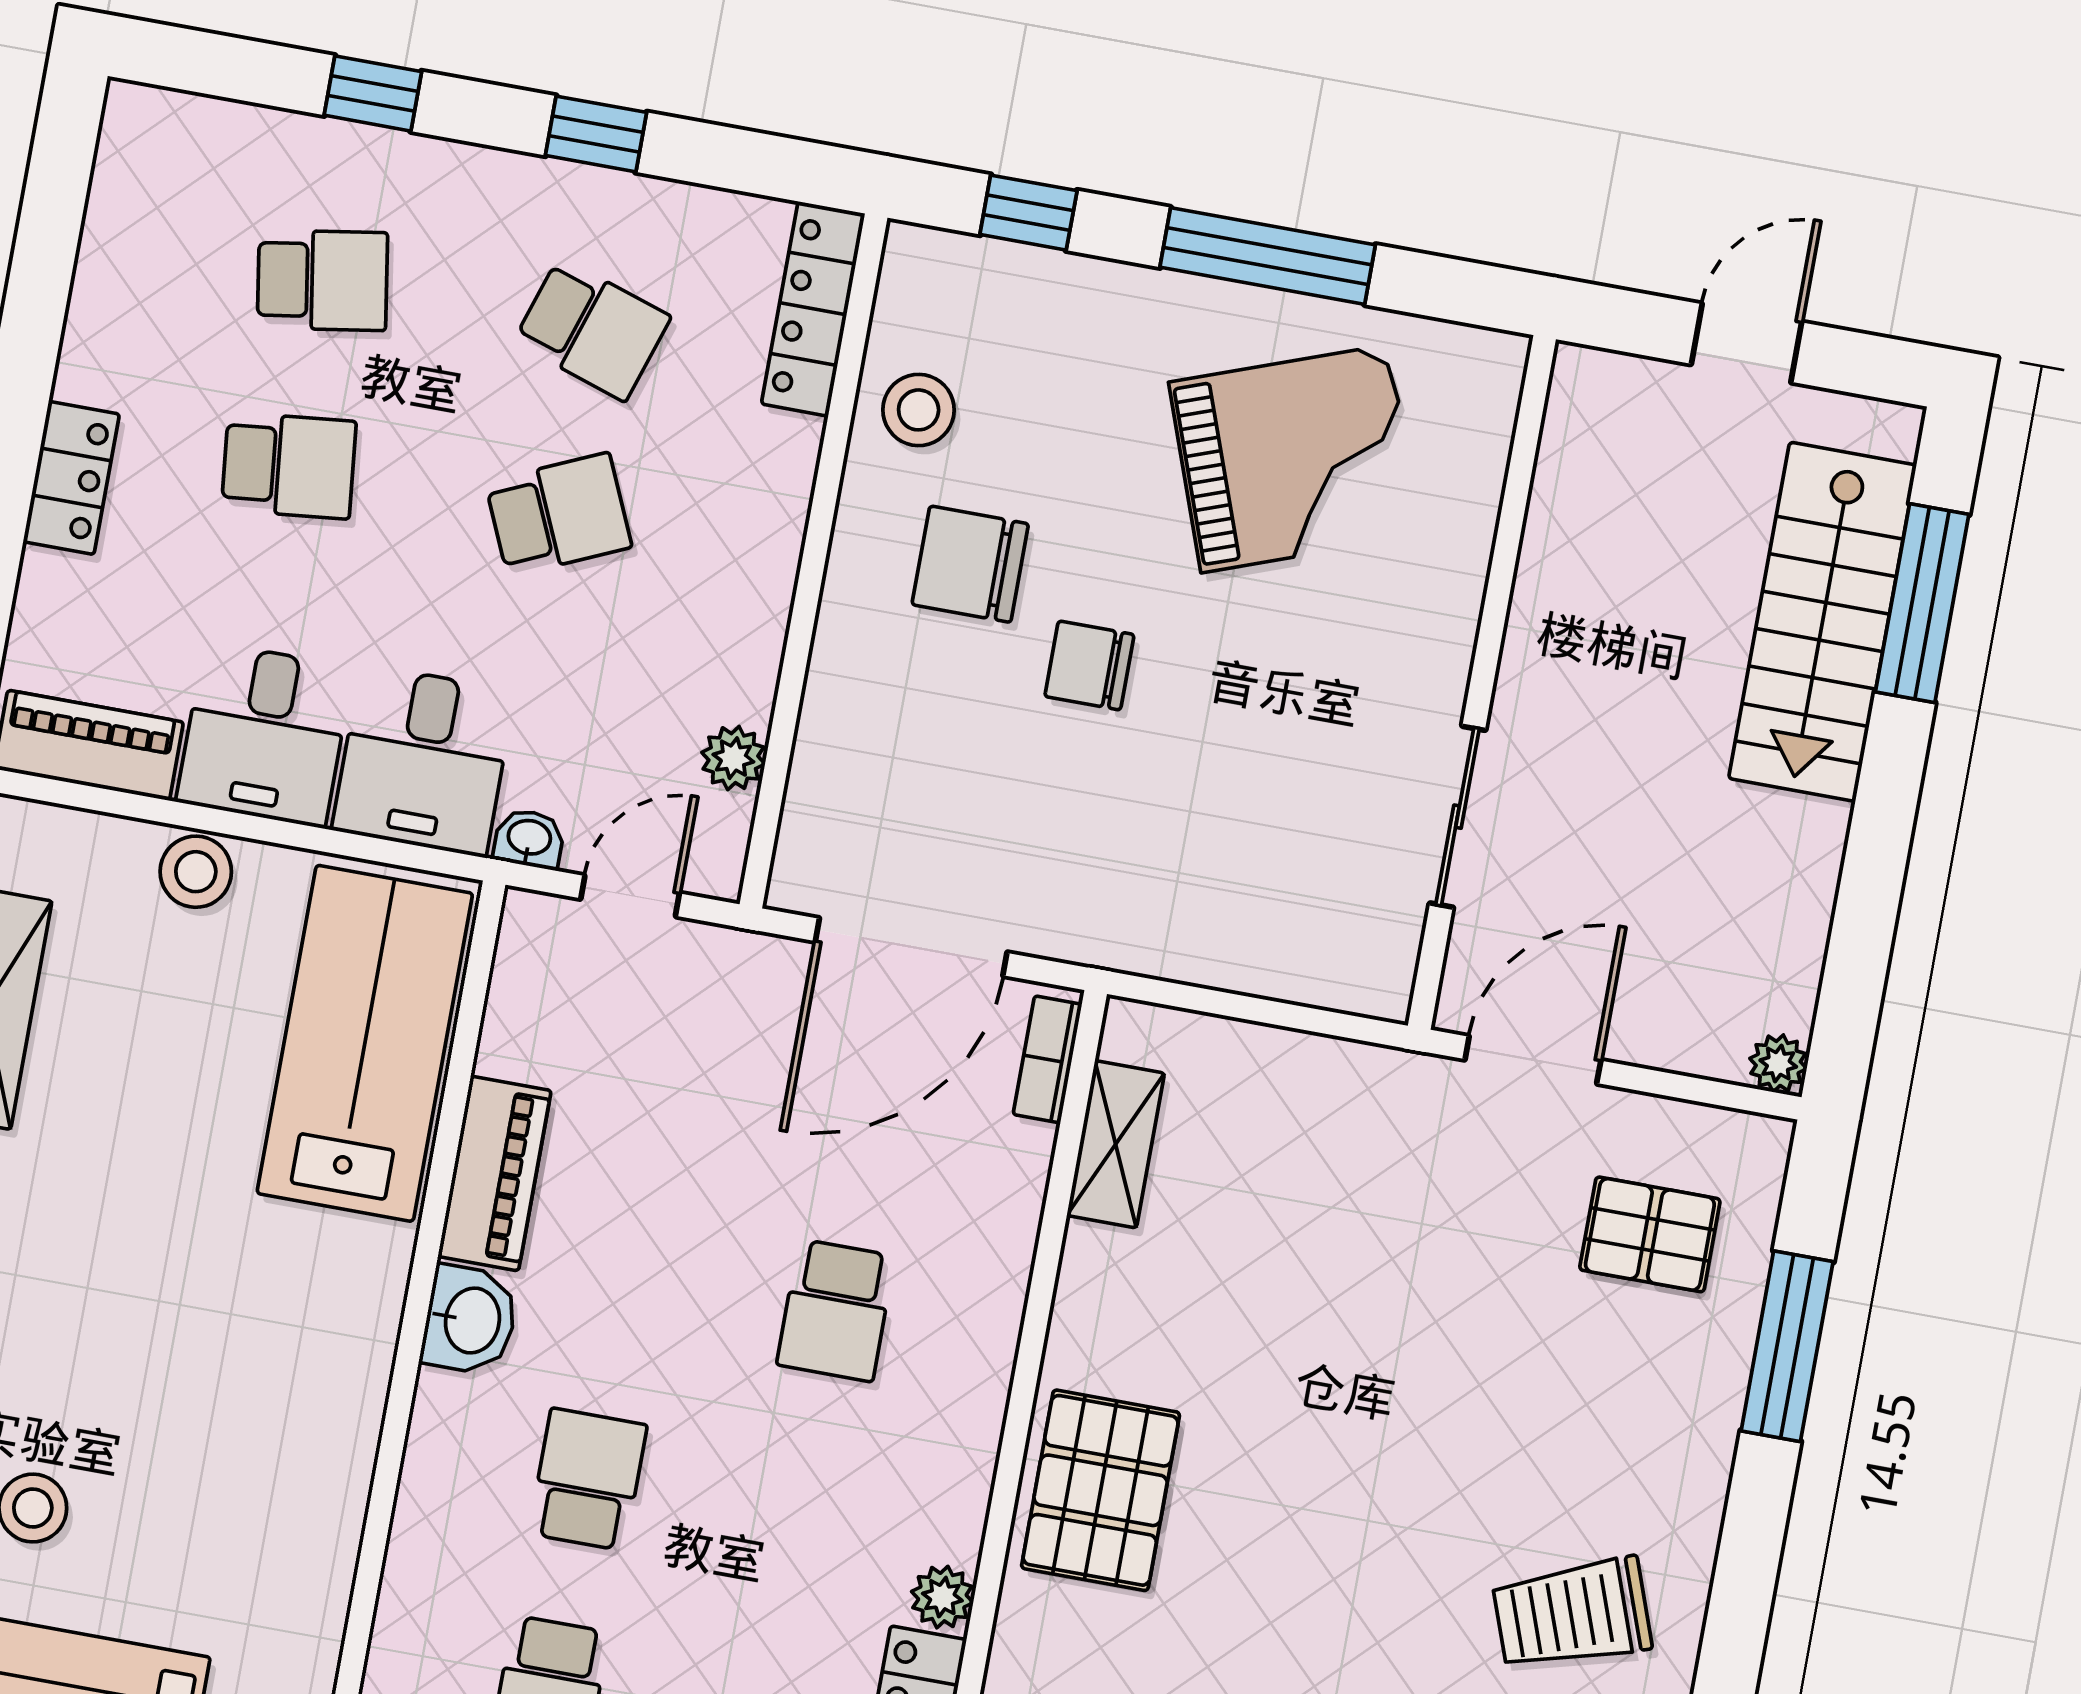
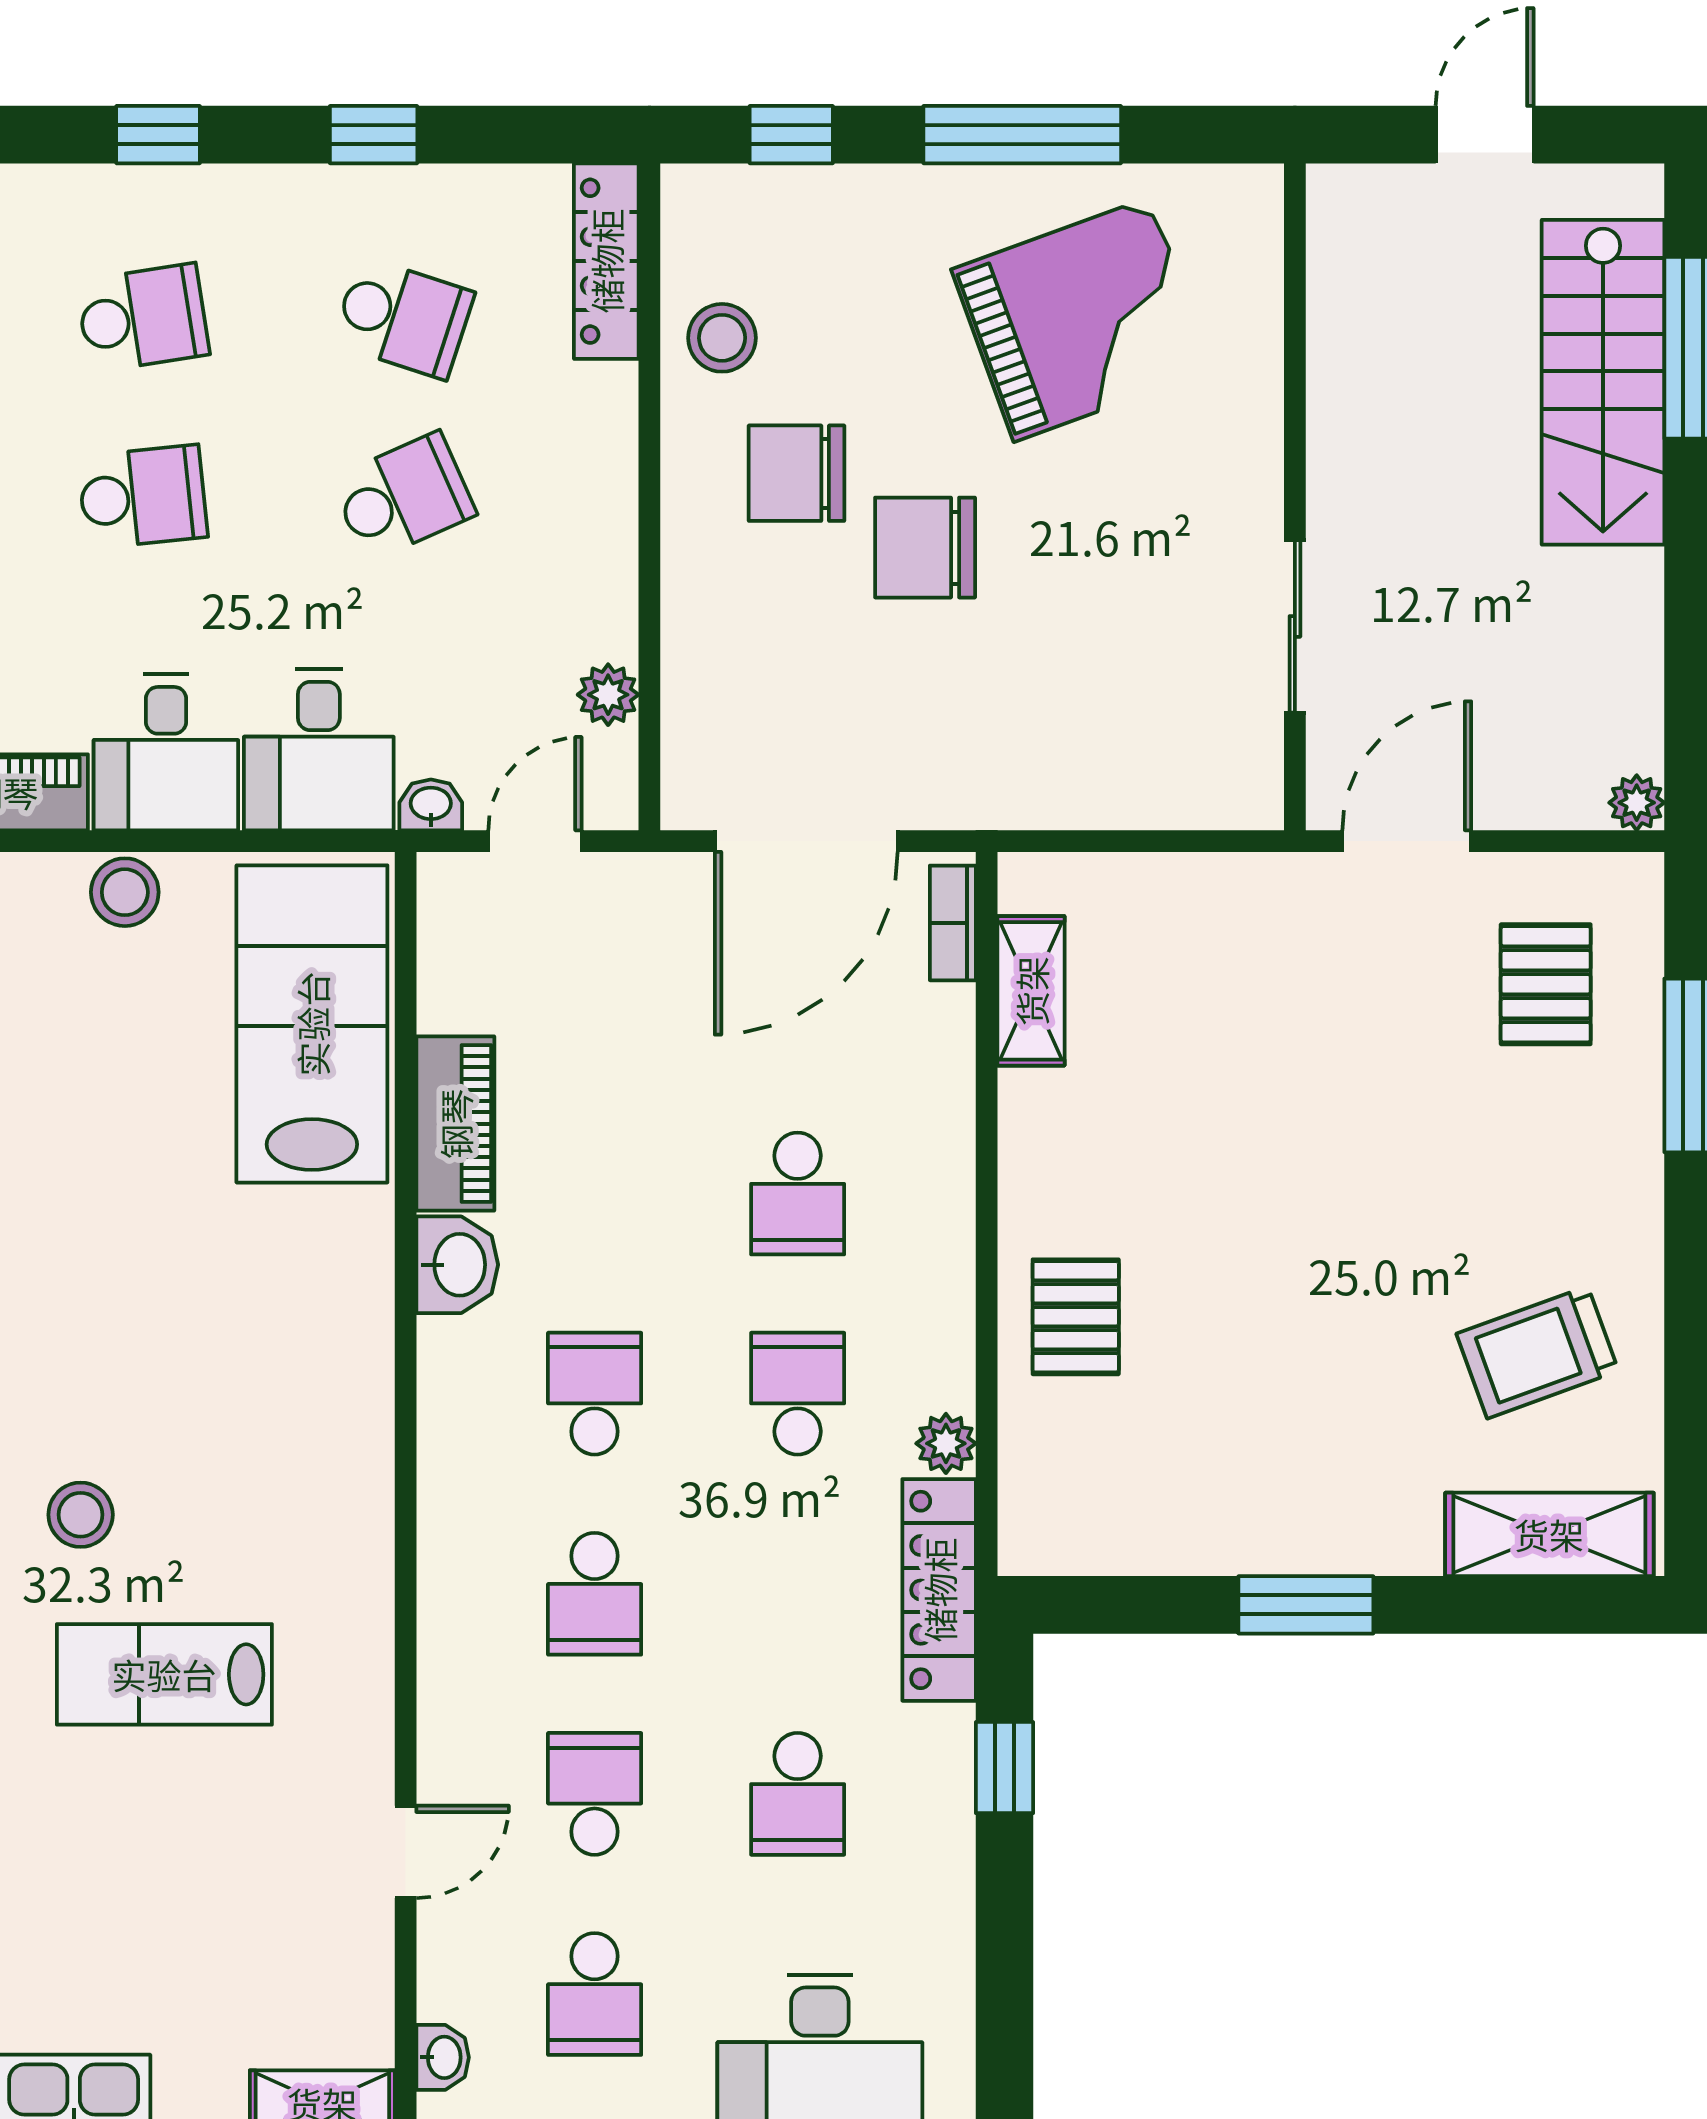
chair: (1089, 665) -> (925, 548), width x1.37, depth x1.37
pallet: (1650, 1234) -> (1546, 984), turned 90
pallet: (1101, 1490) -> (1076, 1317), width x0.67, depth x0.71
school desk: (798, 1518) -> (798, 1394), added

